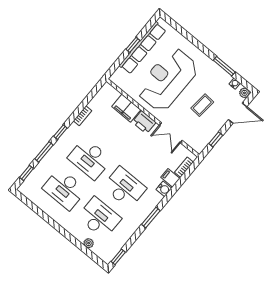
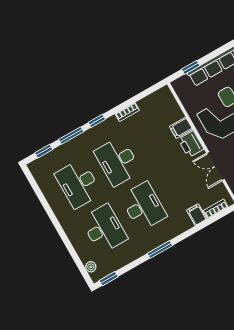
window: (133, 45) -> (191, 67), moved
filing cabinet: (126, 108) -> (181, 128), width x0.50
water cooler: (164, 189) -> (185, 224), removed
plant: (89, 243) -> (91, 267), moved

